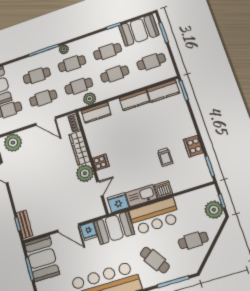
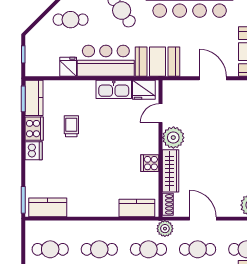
plant: (90, 99) -> (165, 229), moved
kitchen counter: (135, 100) -> (34, 98), moved, turned 90
cooker: (101, 162) -> (150, 163), moved
dishwasher: (163, 189) -> (34, 151), moved, turned -90
plant: (214, 210) -> (36, 47), removed
fridge: (89, 231) -> (68, 67), moved

